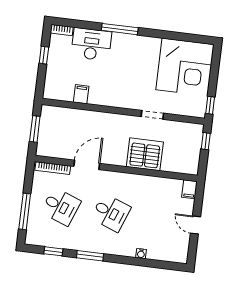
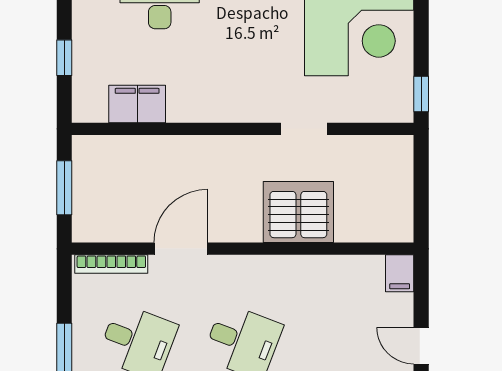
window: (44, 55) -> (64, 58), moved
filing cabinet: (81, 94) -> (137, 104), width x2.00
window: (206, 141) -> (421, 169), removed

